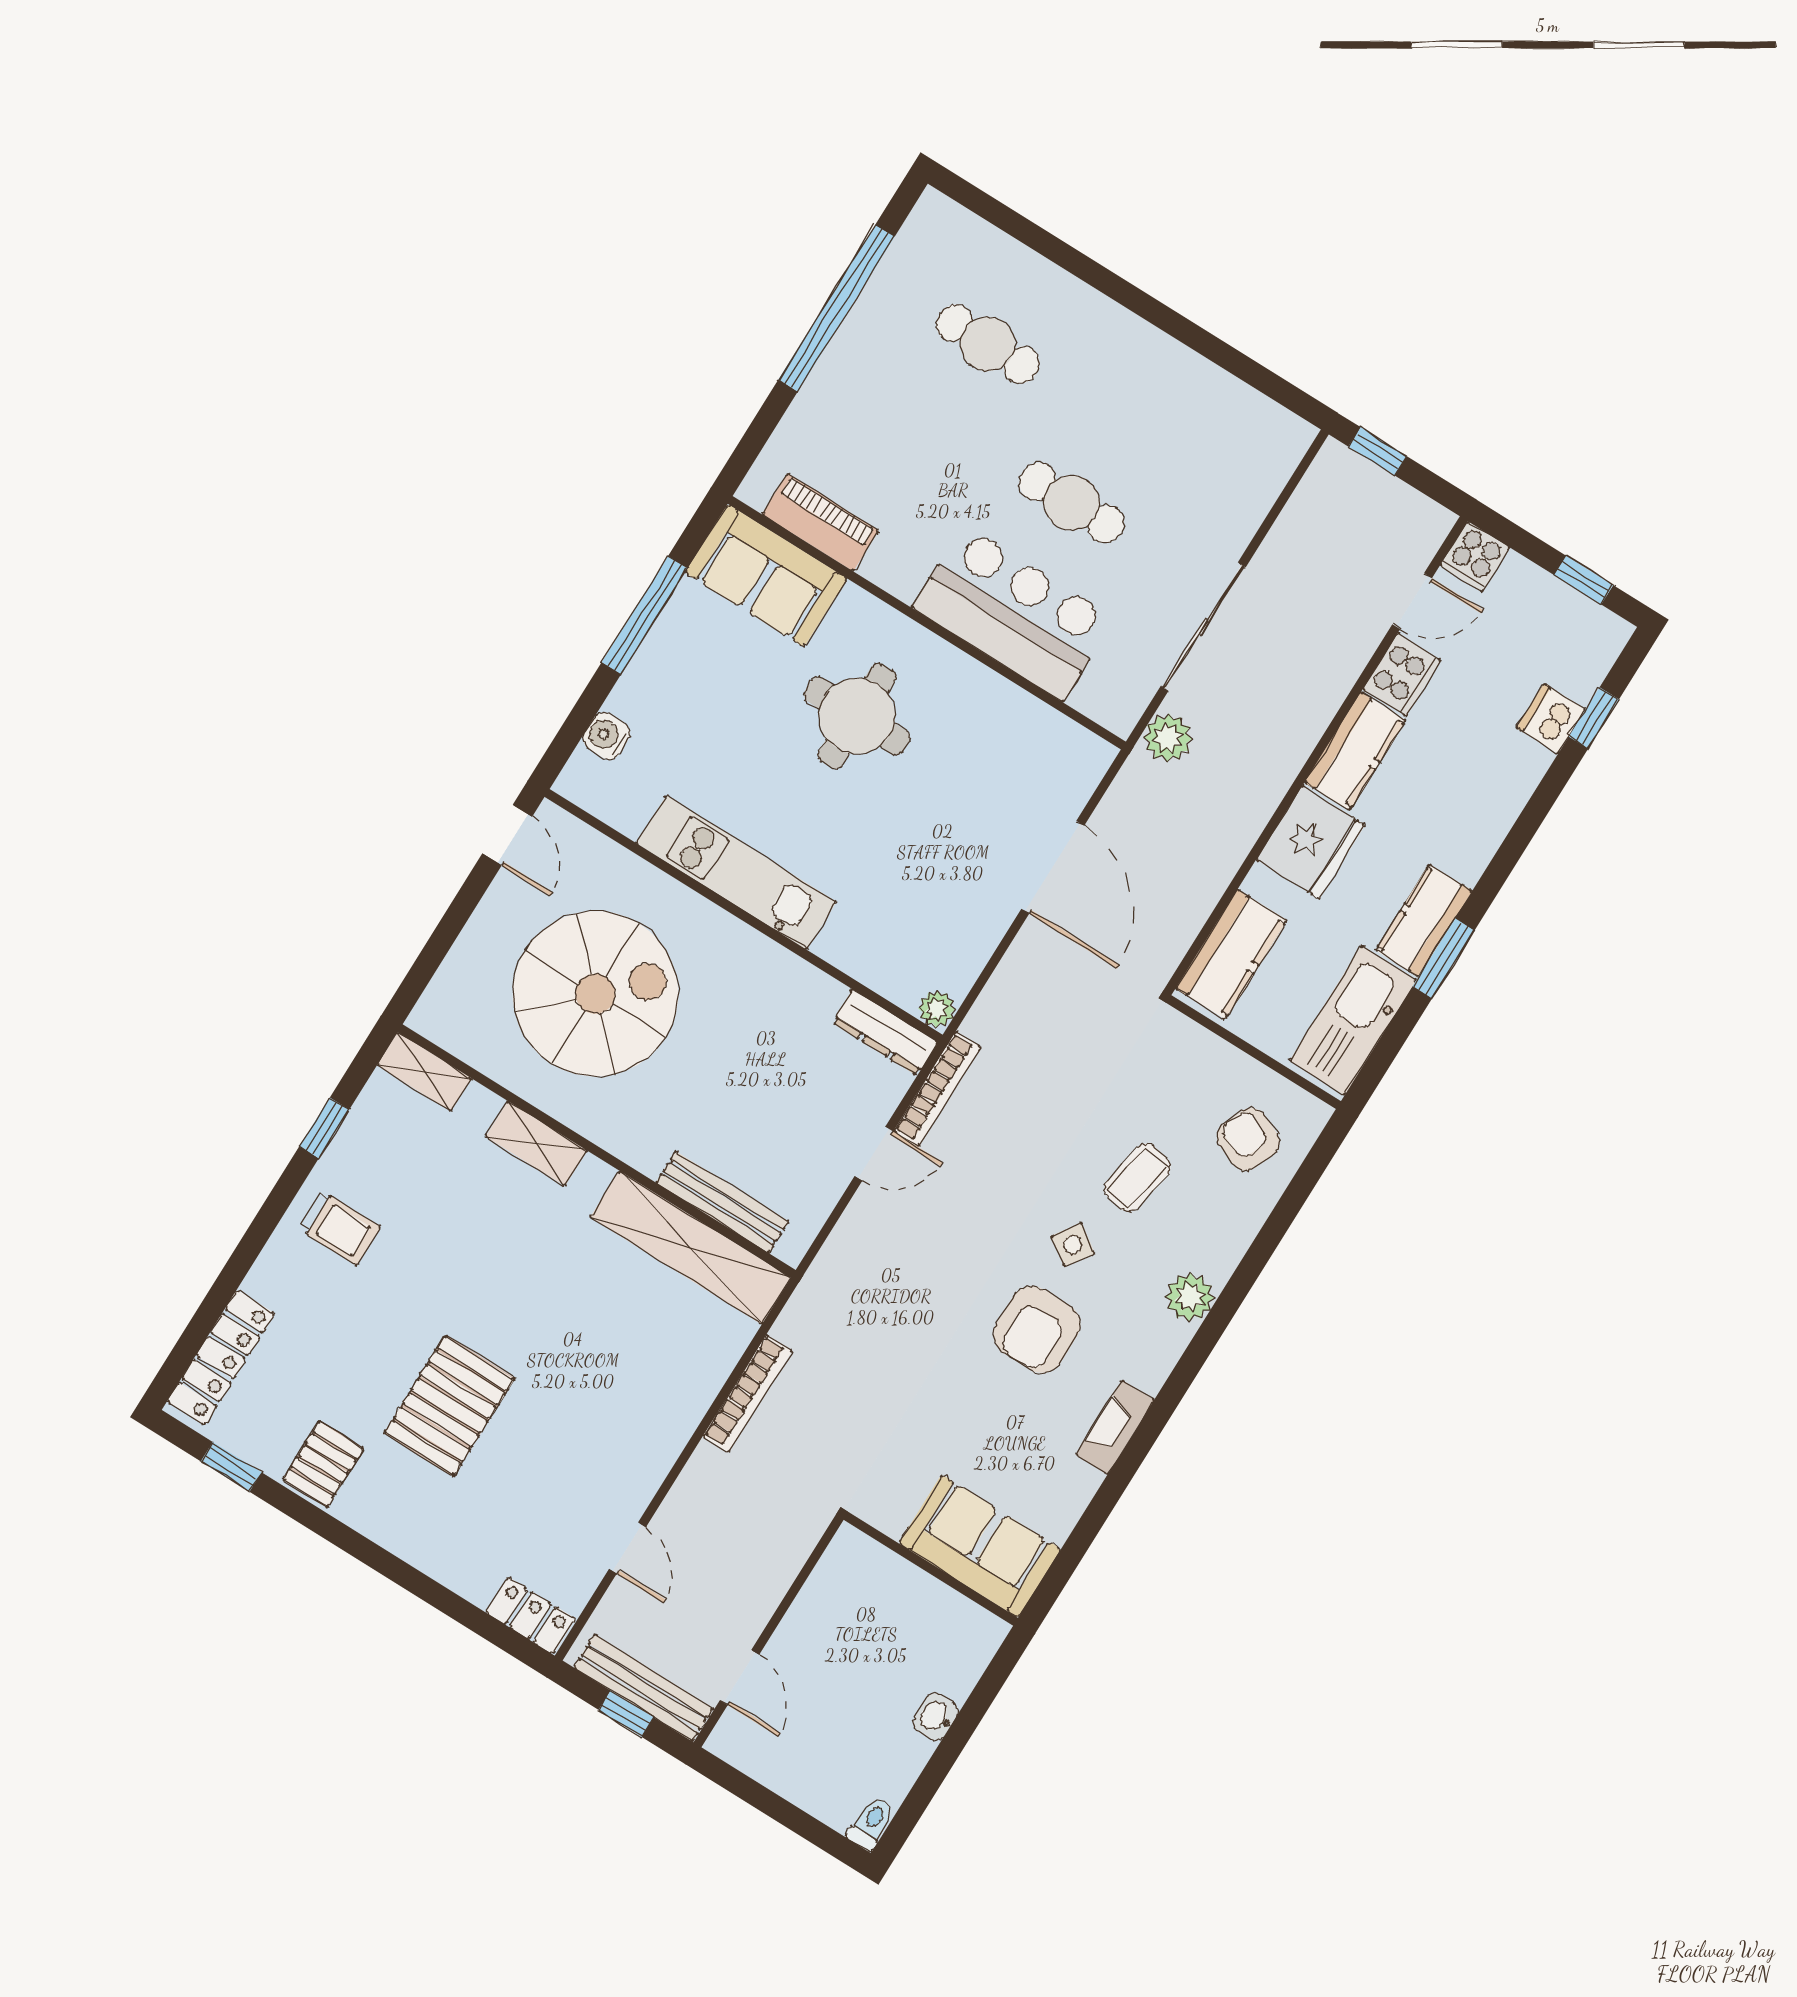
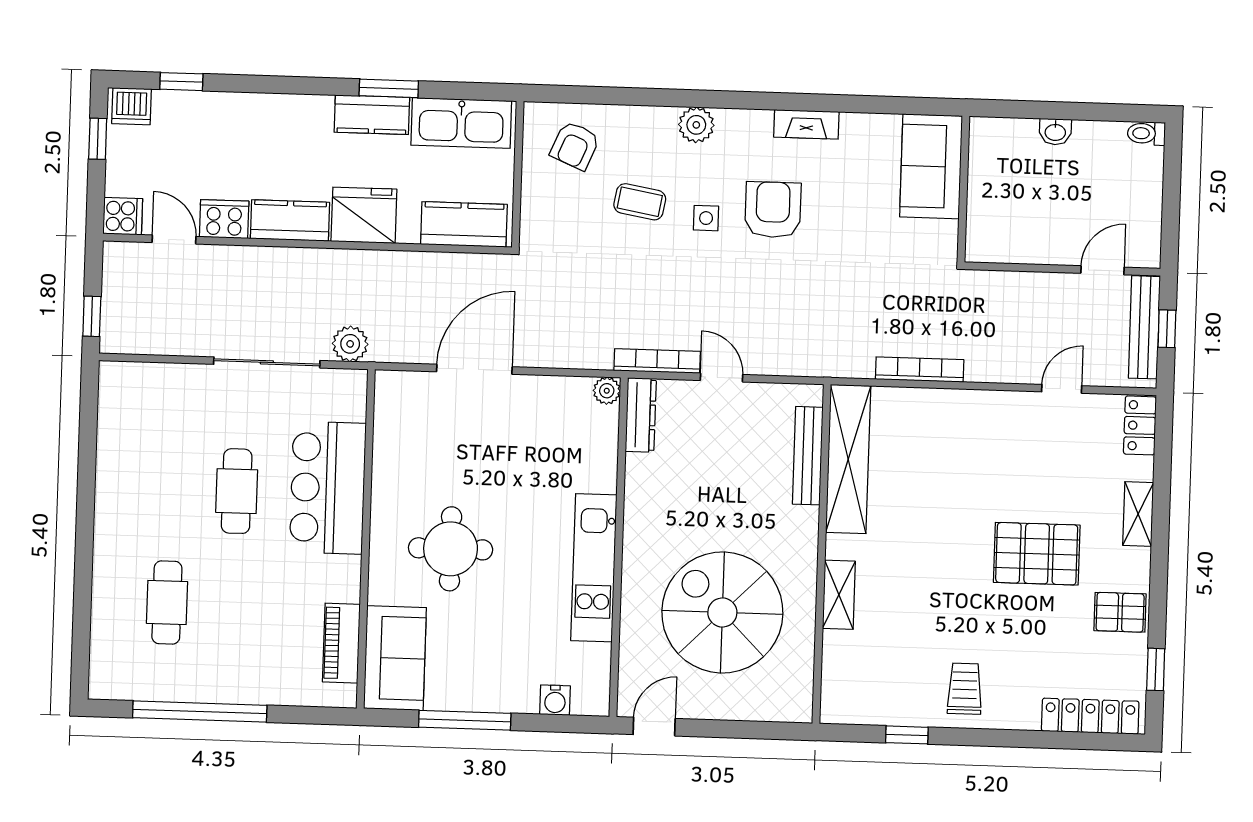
dishwasher: (1551, 719) -> (132, 106), moved
shelving: (424, 1072) -> (1138, 514), moved
side table: (1073, 1245) -> (706, 218), turned -35
armchair: (1037, 1329) -> (773, 210), turned -90

